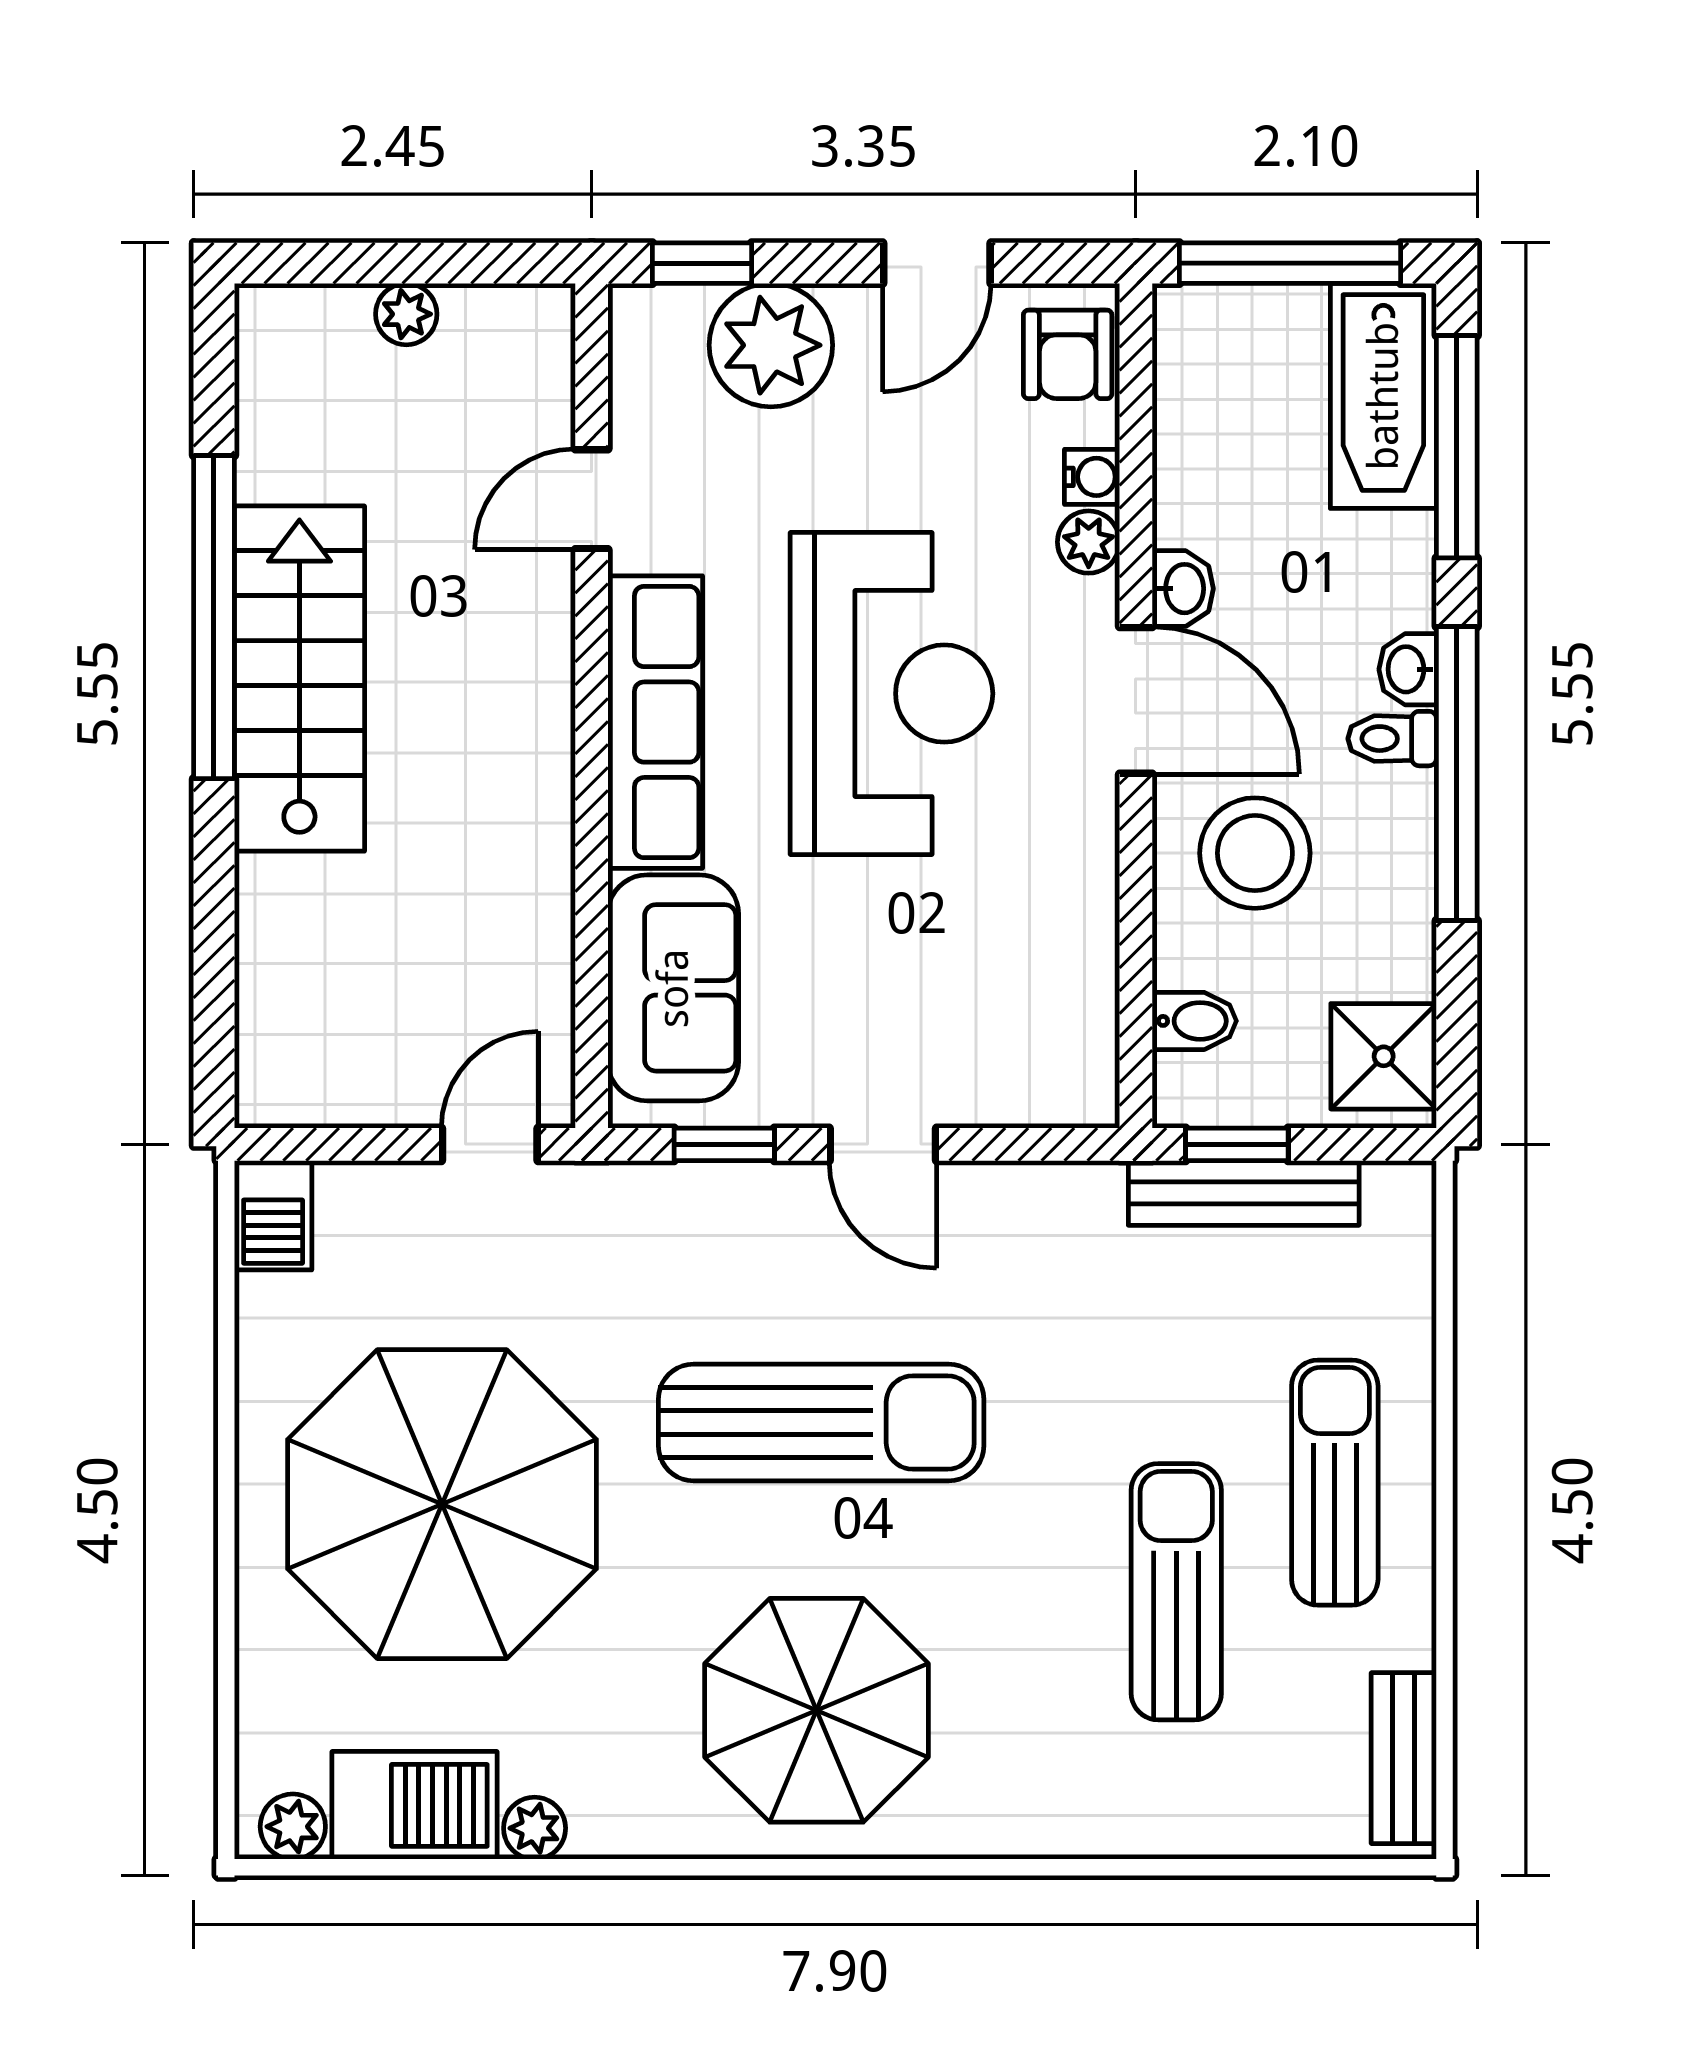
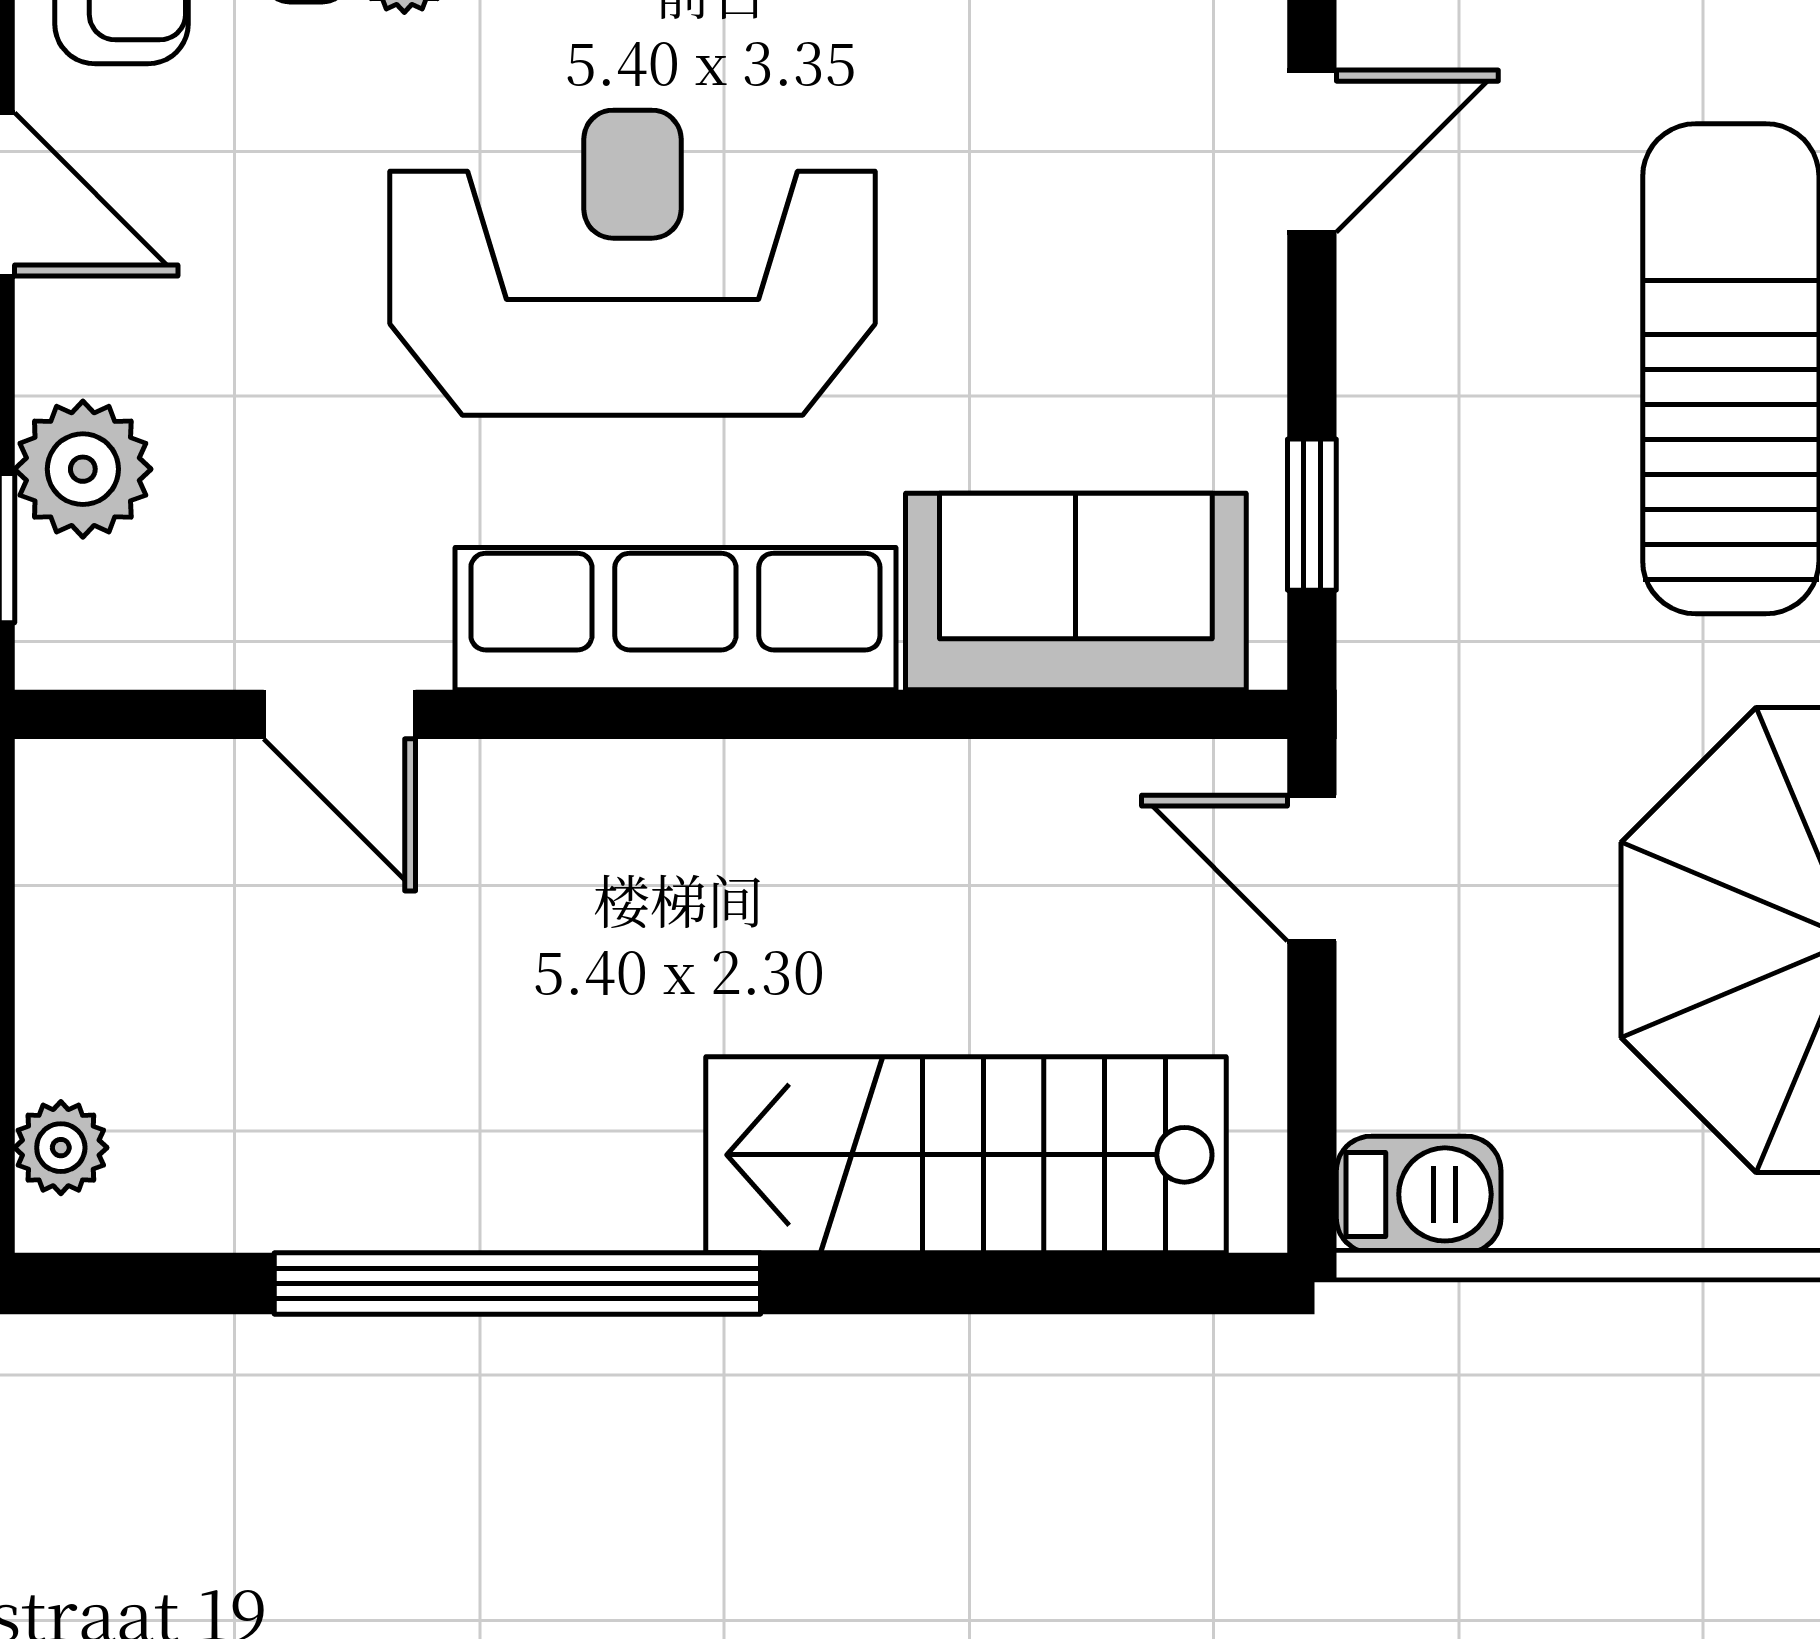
plant: (406, 314) -> (61, 1148), moved
plant: (771, 345) -> (83, 469), width x0.73, depth x0.73
stairs: (299, 679) -> (966, 1155), moved
door: (883, 1144) -> (1312, 151), moved

